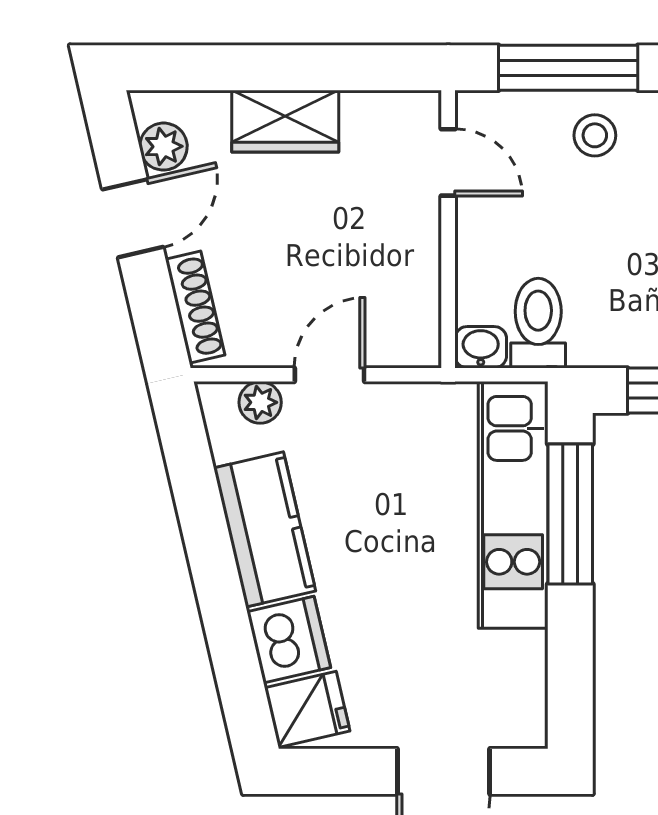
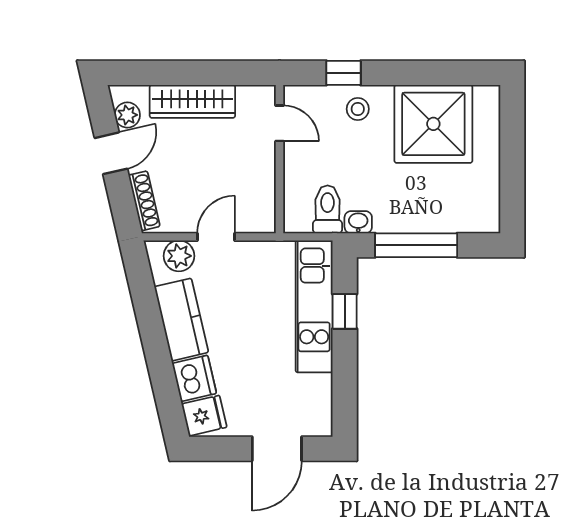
window: (568, 68) -> (344, 73), width x0.46
wardrobe: (285, 121) -> (192, 101), width x1.50
washbasin: (481, 347) -> (358, 222), moved
plant: (260, 402) -> (179, 256), width x1.38, depth x1.38
window: (570, 514) -> (345, 311), width x0.46

